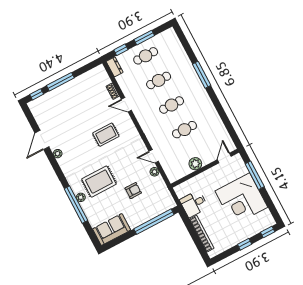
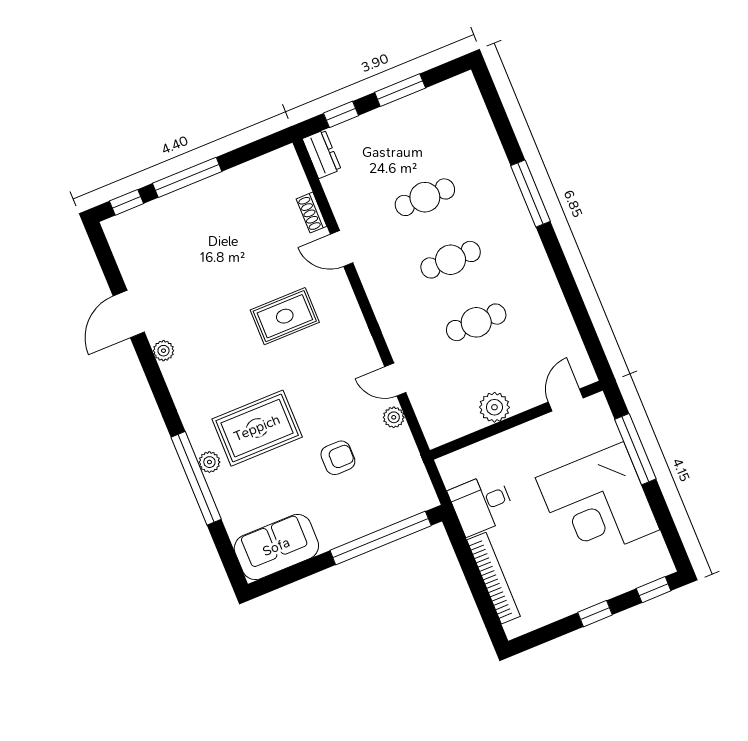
cafe table: (146, 56) -> (399, 135), removed

